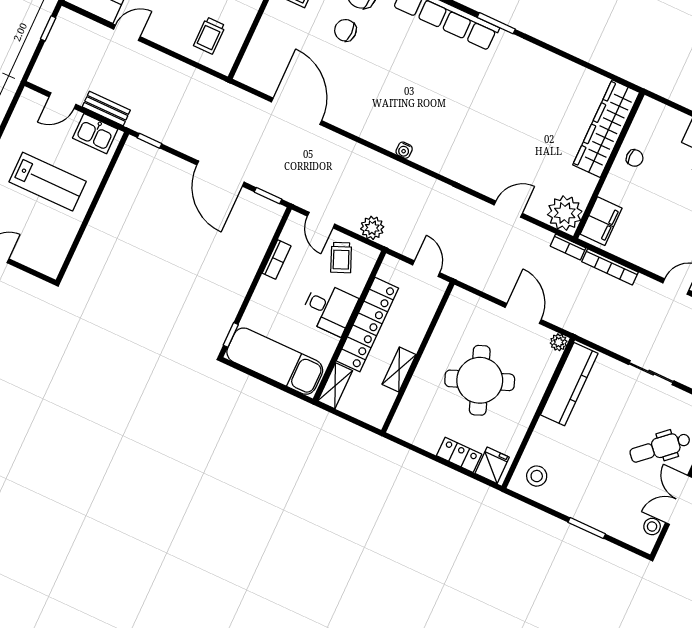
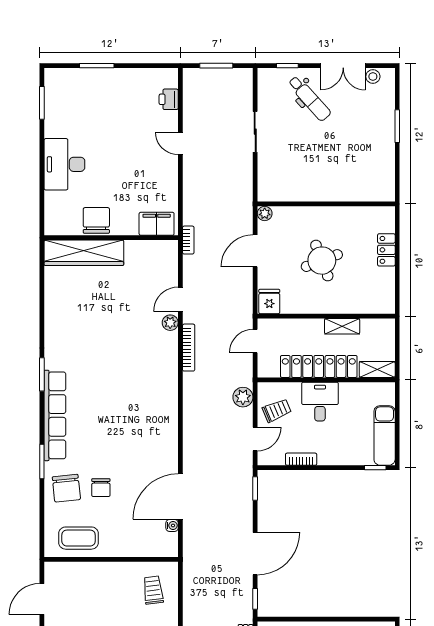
trolley: (209, 36) -> (153, 590), turned -97
water cooler: (404, 150) -> (172, 525), moved
chair: (635, 158) -> (96, 220), width x1.87, depth x1.87
door: (220, 174) -> (255, 554), moved
door: (508, 209) -> (180, 299), hinge flipped
plant: (565, 213) -> (170, 323), moved, width x0.53, depth x0.53
bookcase: (610, 267) -> (189, 348), moved
exam couch: (275, 361) -> (385, 435), width x0.73, depth x0.69
round table: (480, 380) -> (322, 261), width x0.73, depth x0.73
kitchen counter: (569, 384) -> (293, 190), removed
fridge: (492, 465) -> (269, 302), moved, turned 90
stool: (537, 476) -> (375, 183), removed

